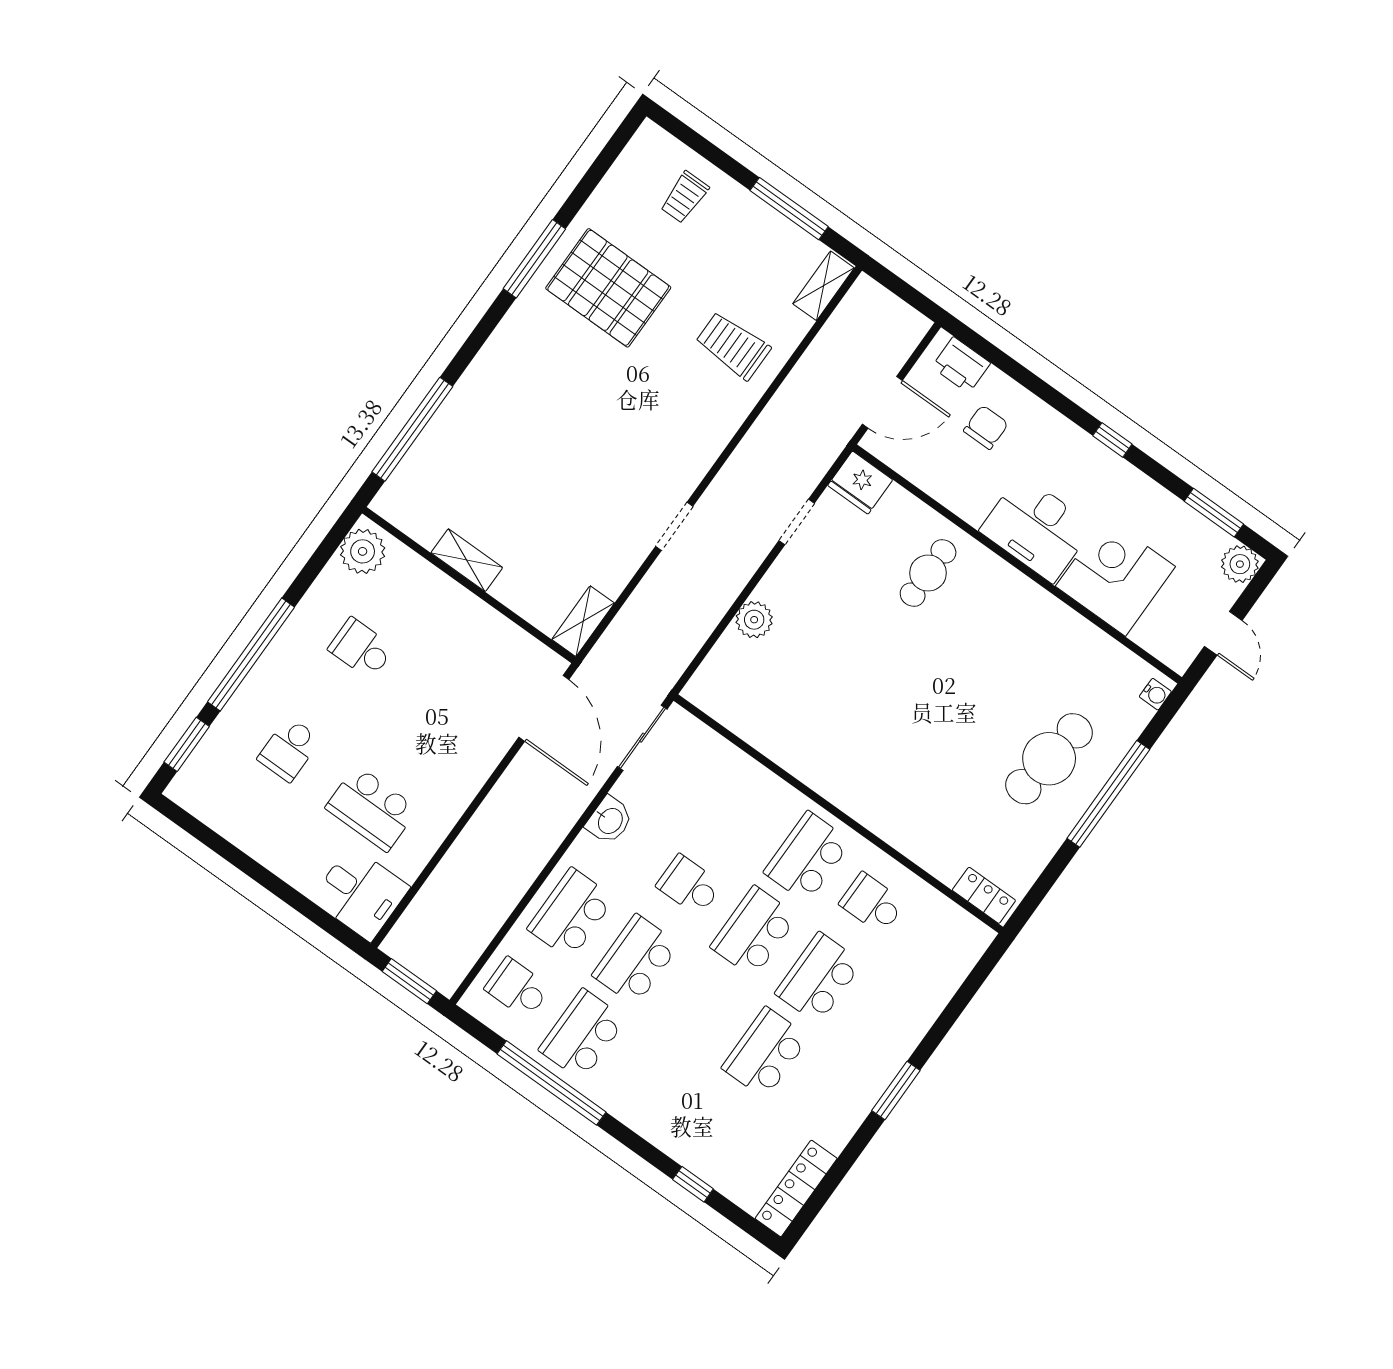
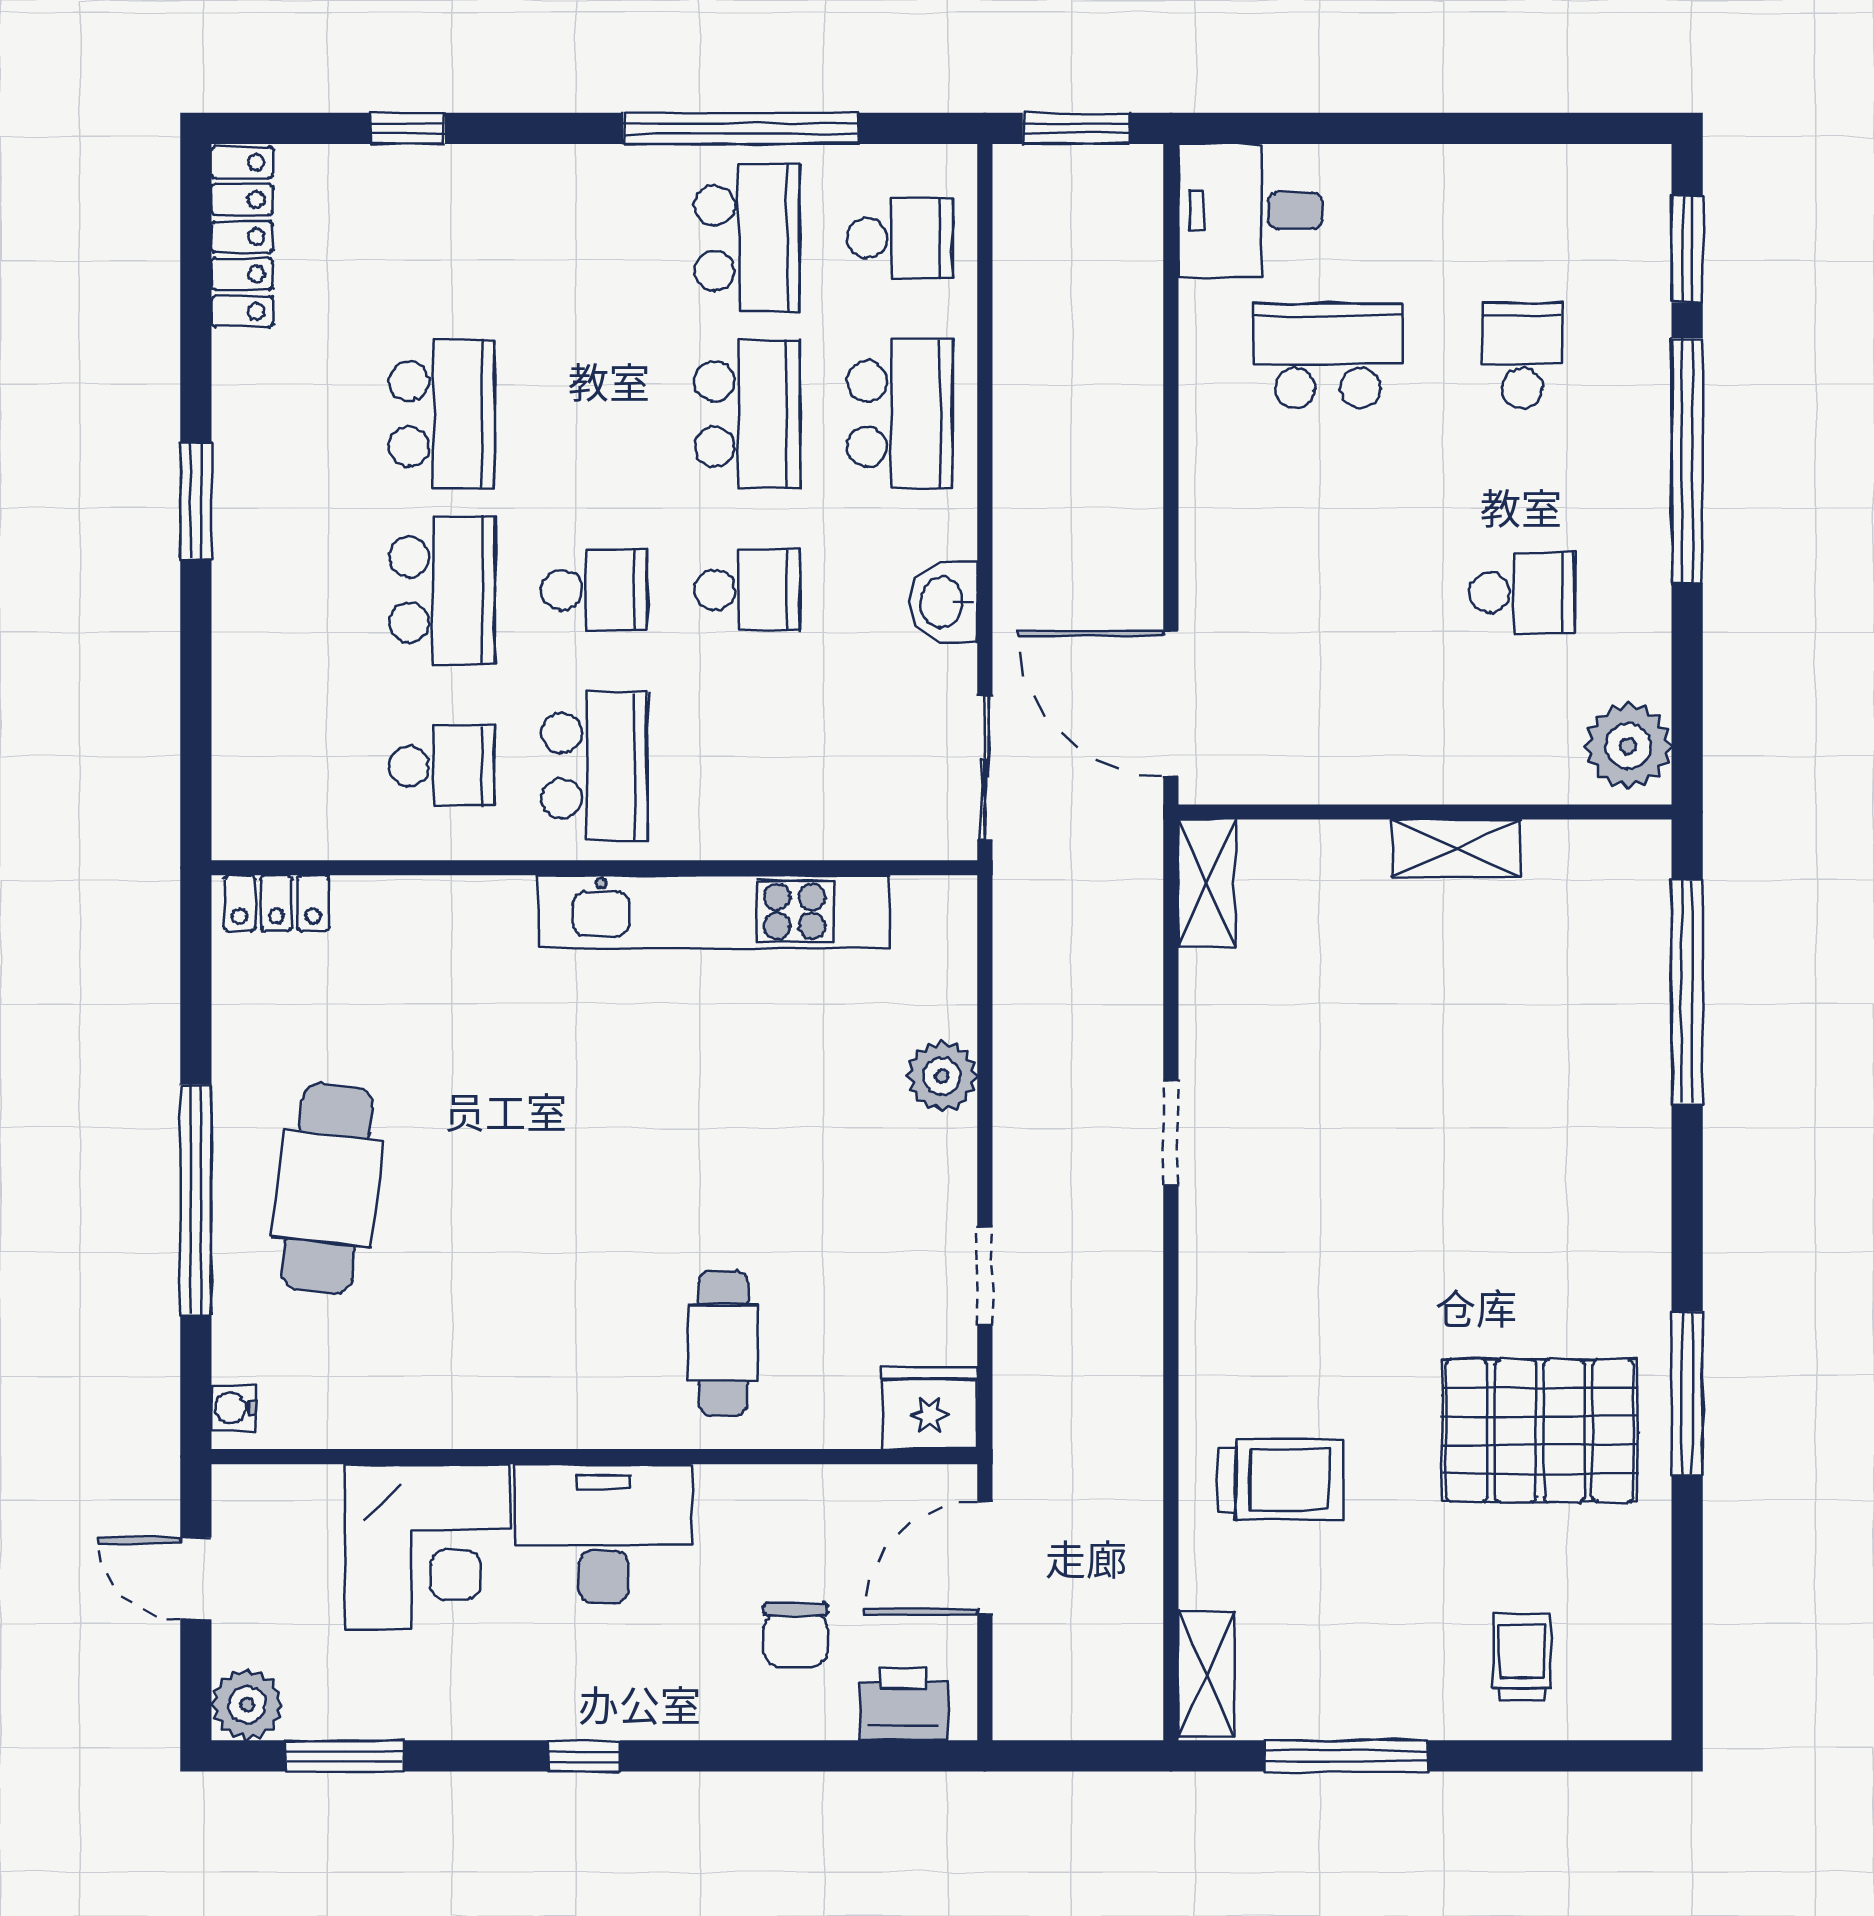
kitchen unit: (801, 759) -> (714, 912), added
school desk: (754, 932) -> (594, 590), width x0.54

